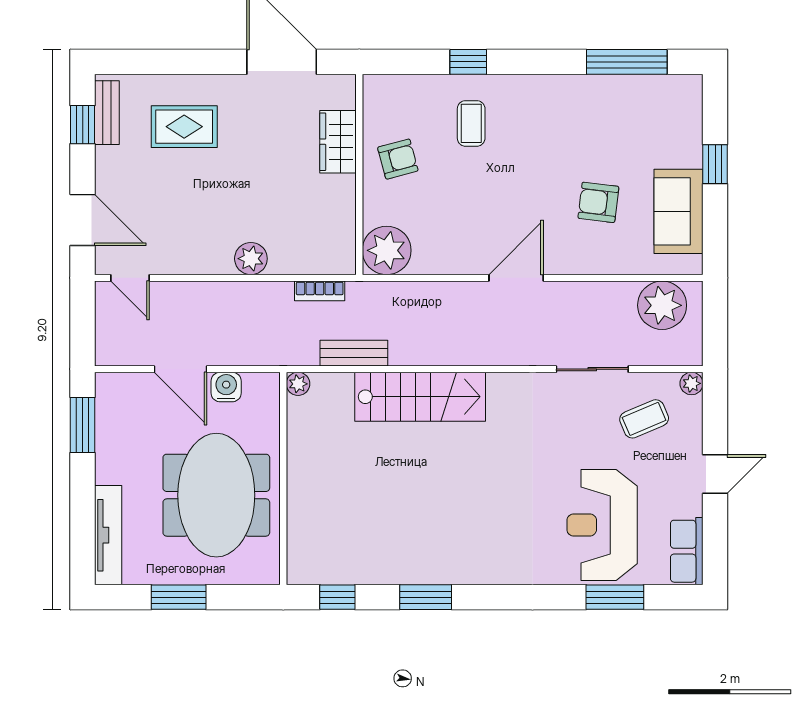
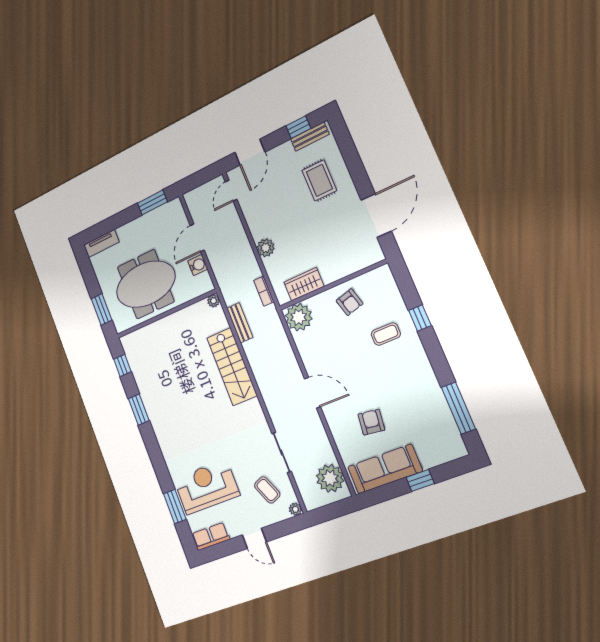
wardrobe: (338, 142) -> (304, 284), moved
sofa: (678, 211) -> (385, 469), width x1.36
tv unit: (108, 535) -> (101, 243), width x0.71
window: (179, 597) -> (102, 309), moved

